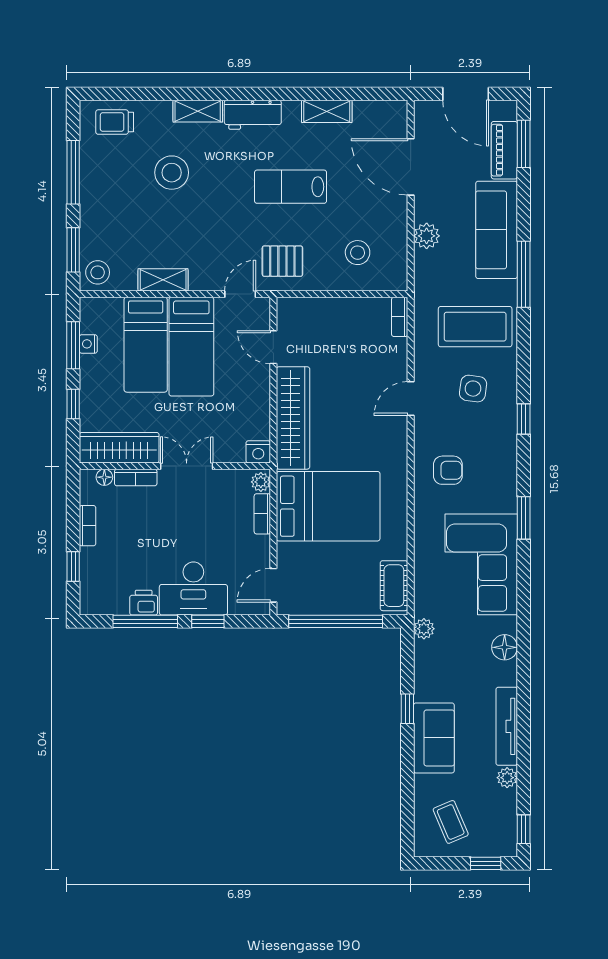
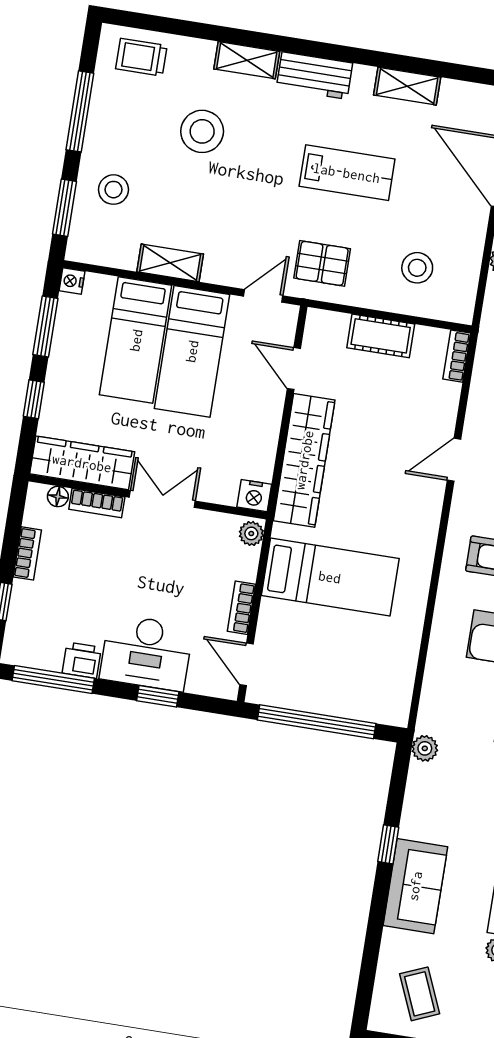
lab bench: (291, 187) -> (347, 173), turned 180
stool: (98, 272) -> (113, 190), moved
nightstand: (88, 344) -> (72, 281), moved
bed: (328, 506) -> (330, 577), width x0.67
bookcase: (262, 514) -> (241, 608), moved
door: (273, 585) -> (246, 664), hinge flipped
cot: (394, 586) -> (381, 336), moved, turned 90
window: (145, 621) -> (53, 680), moved

